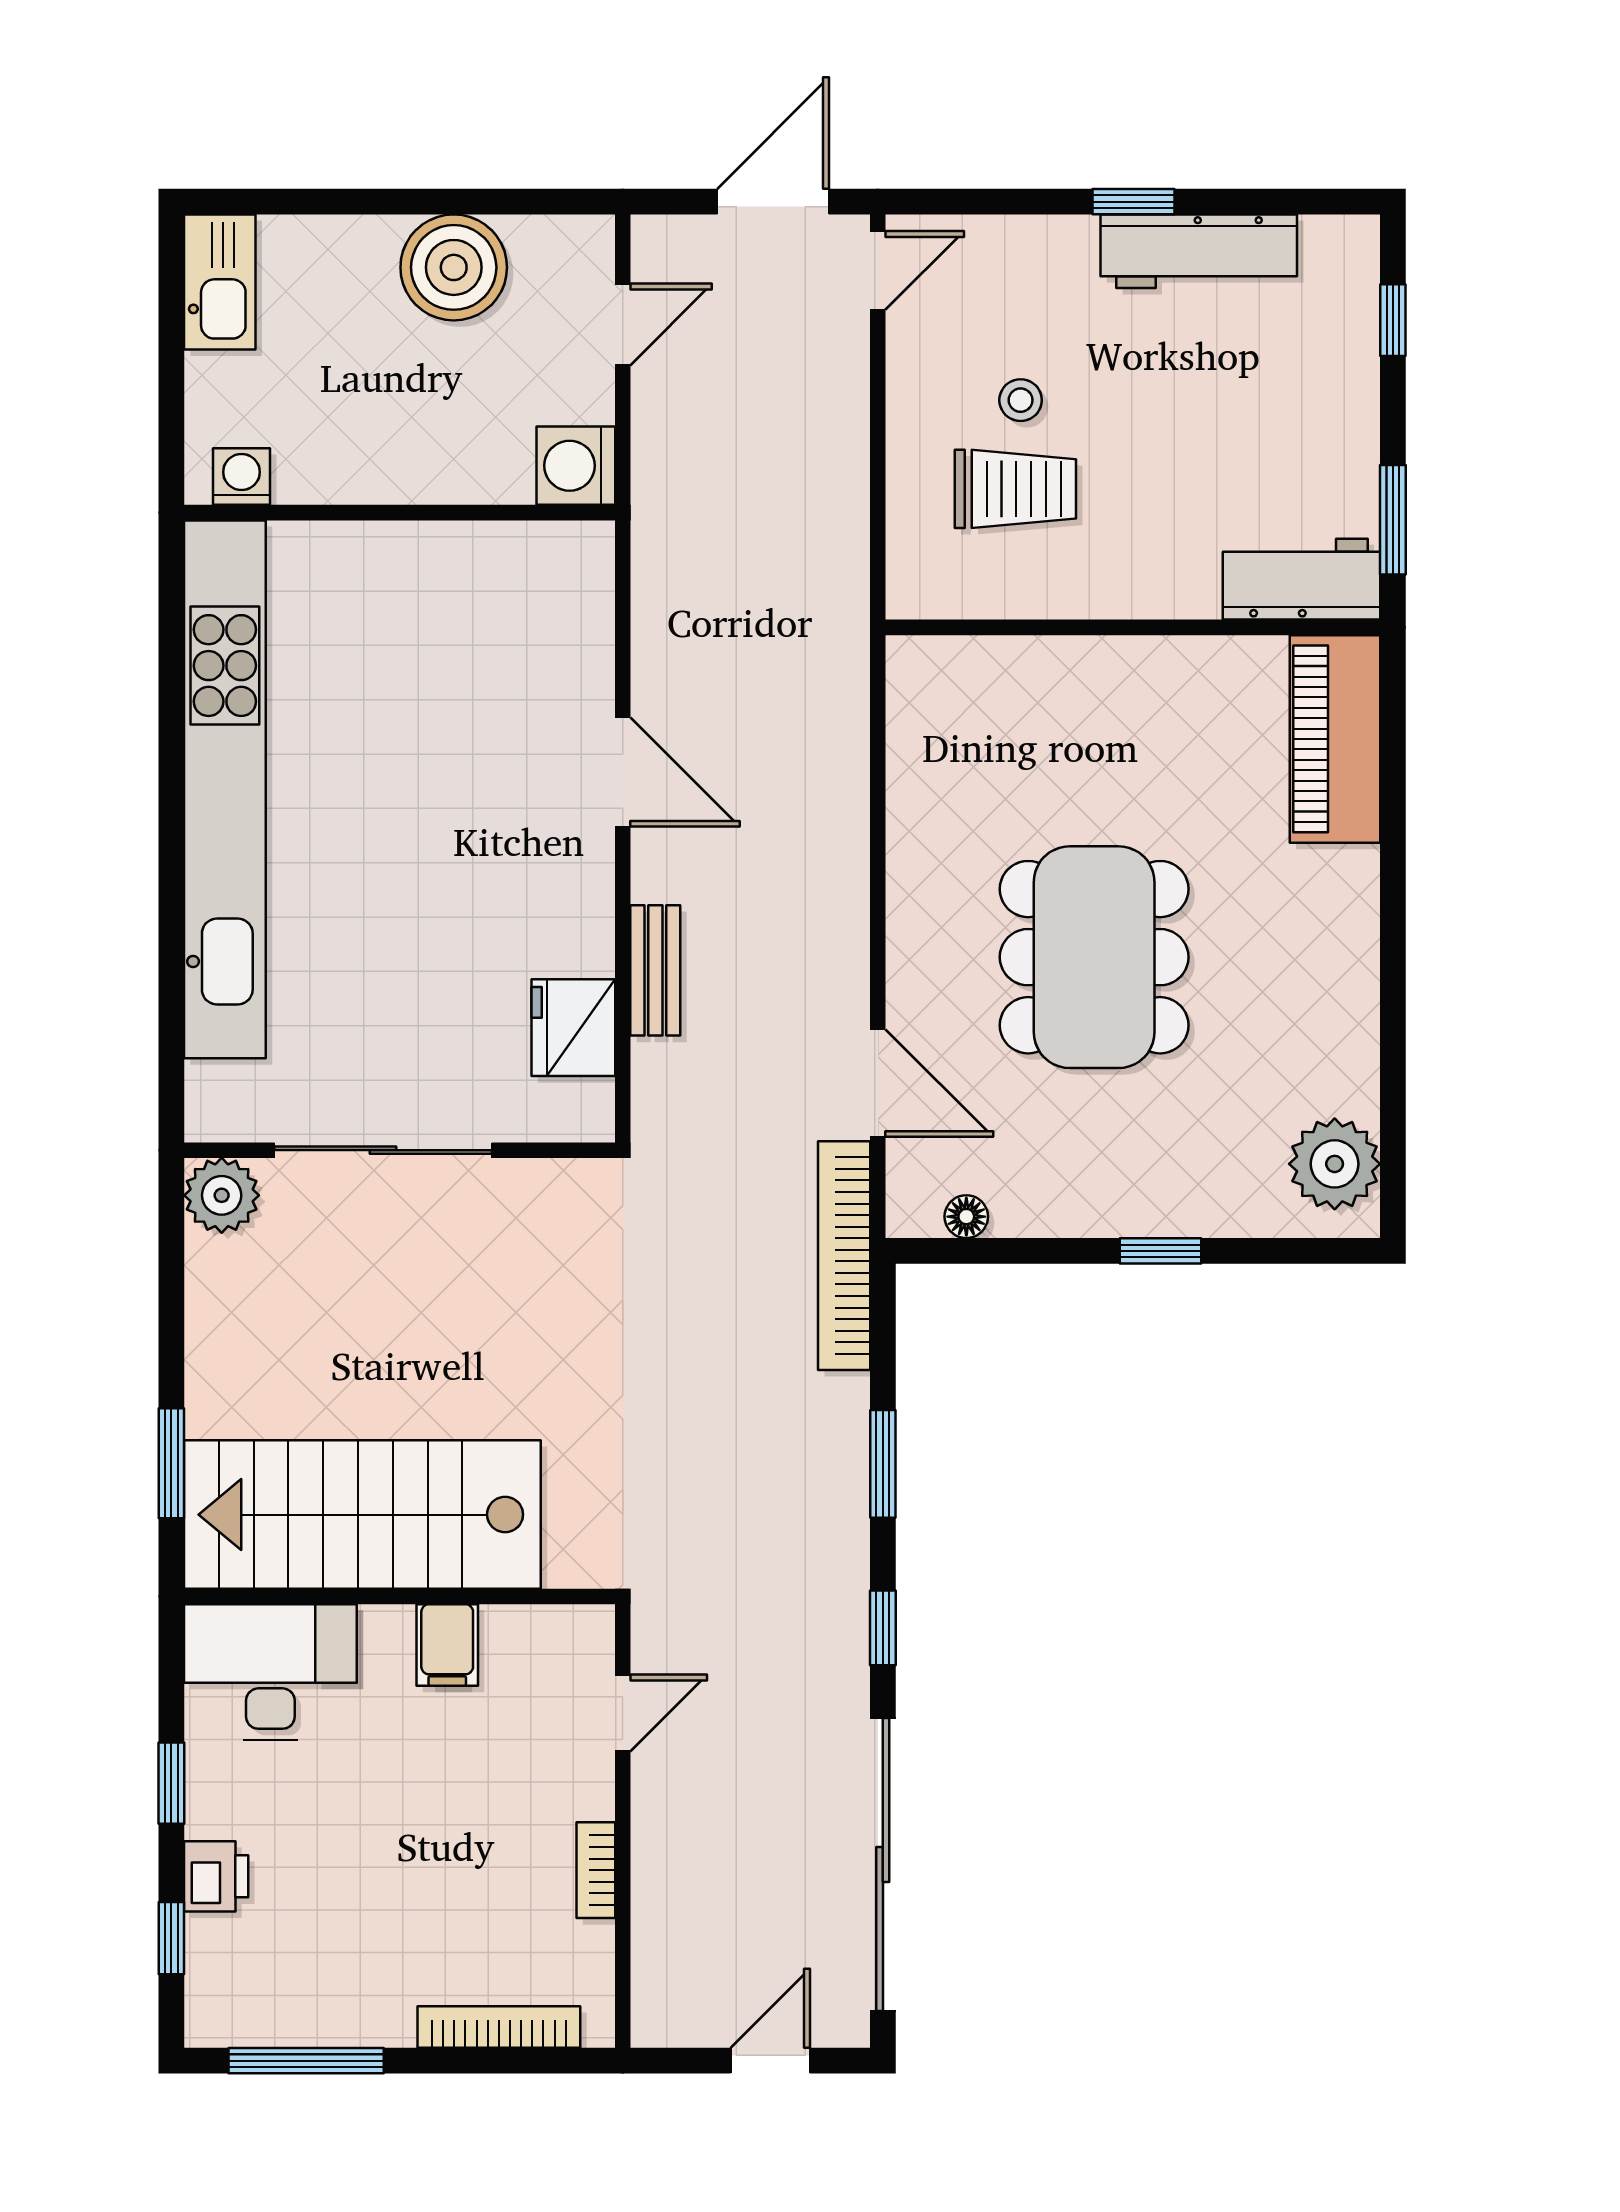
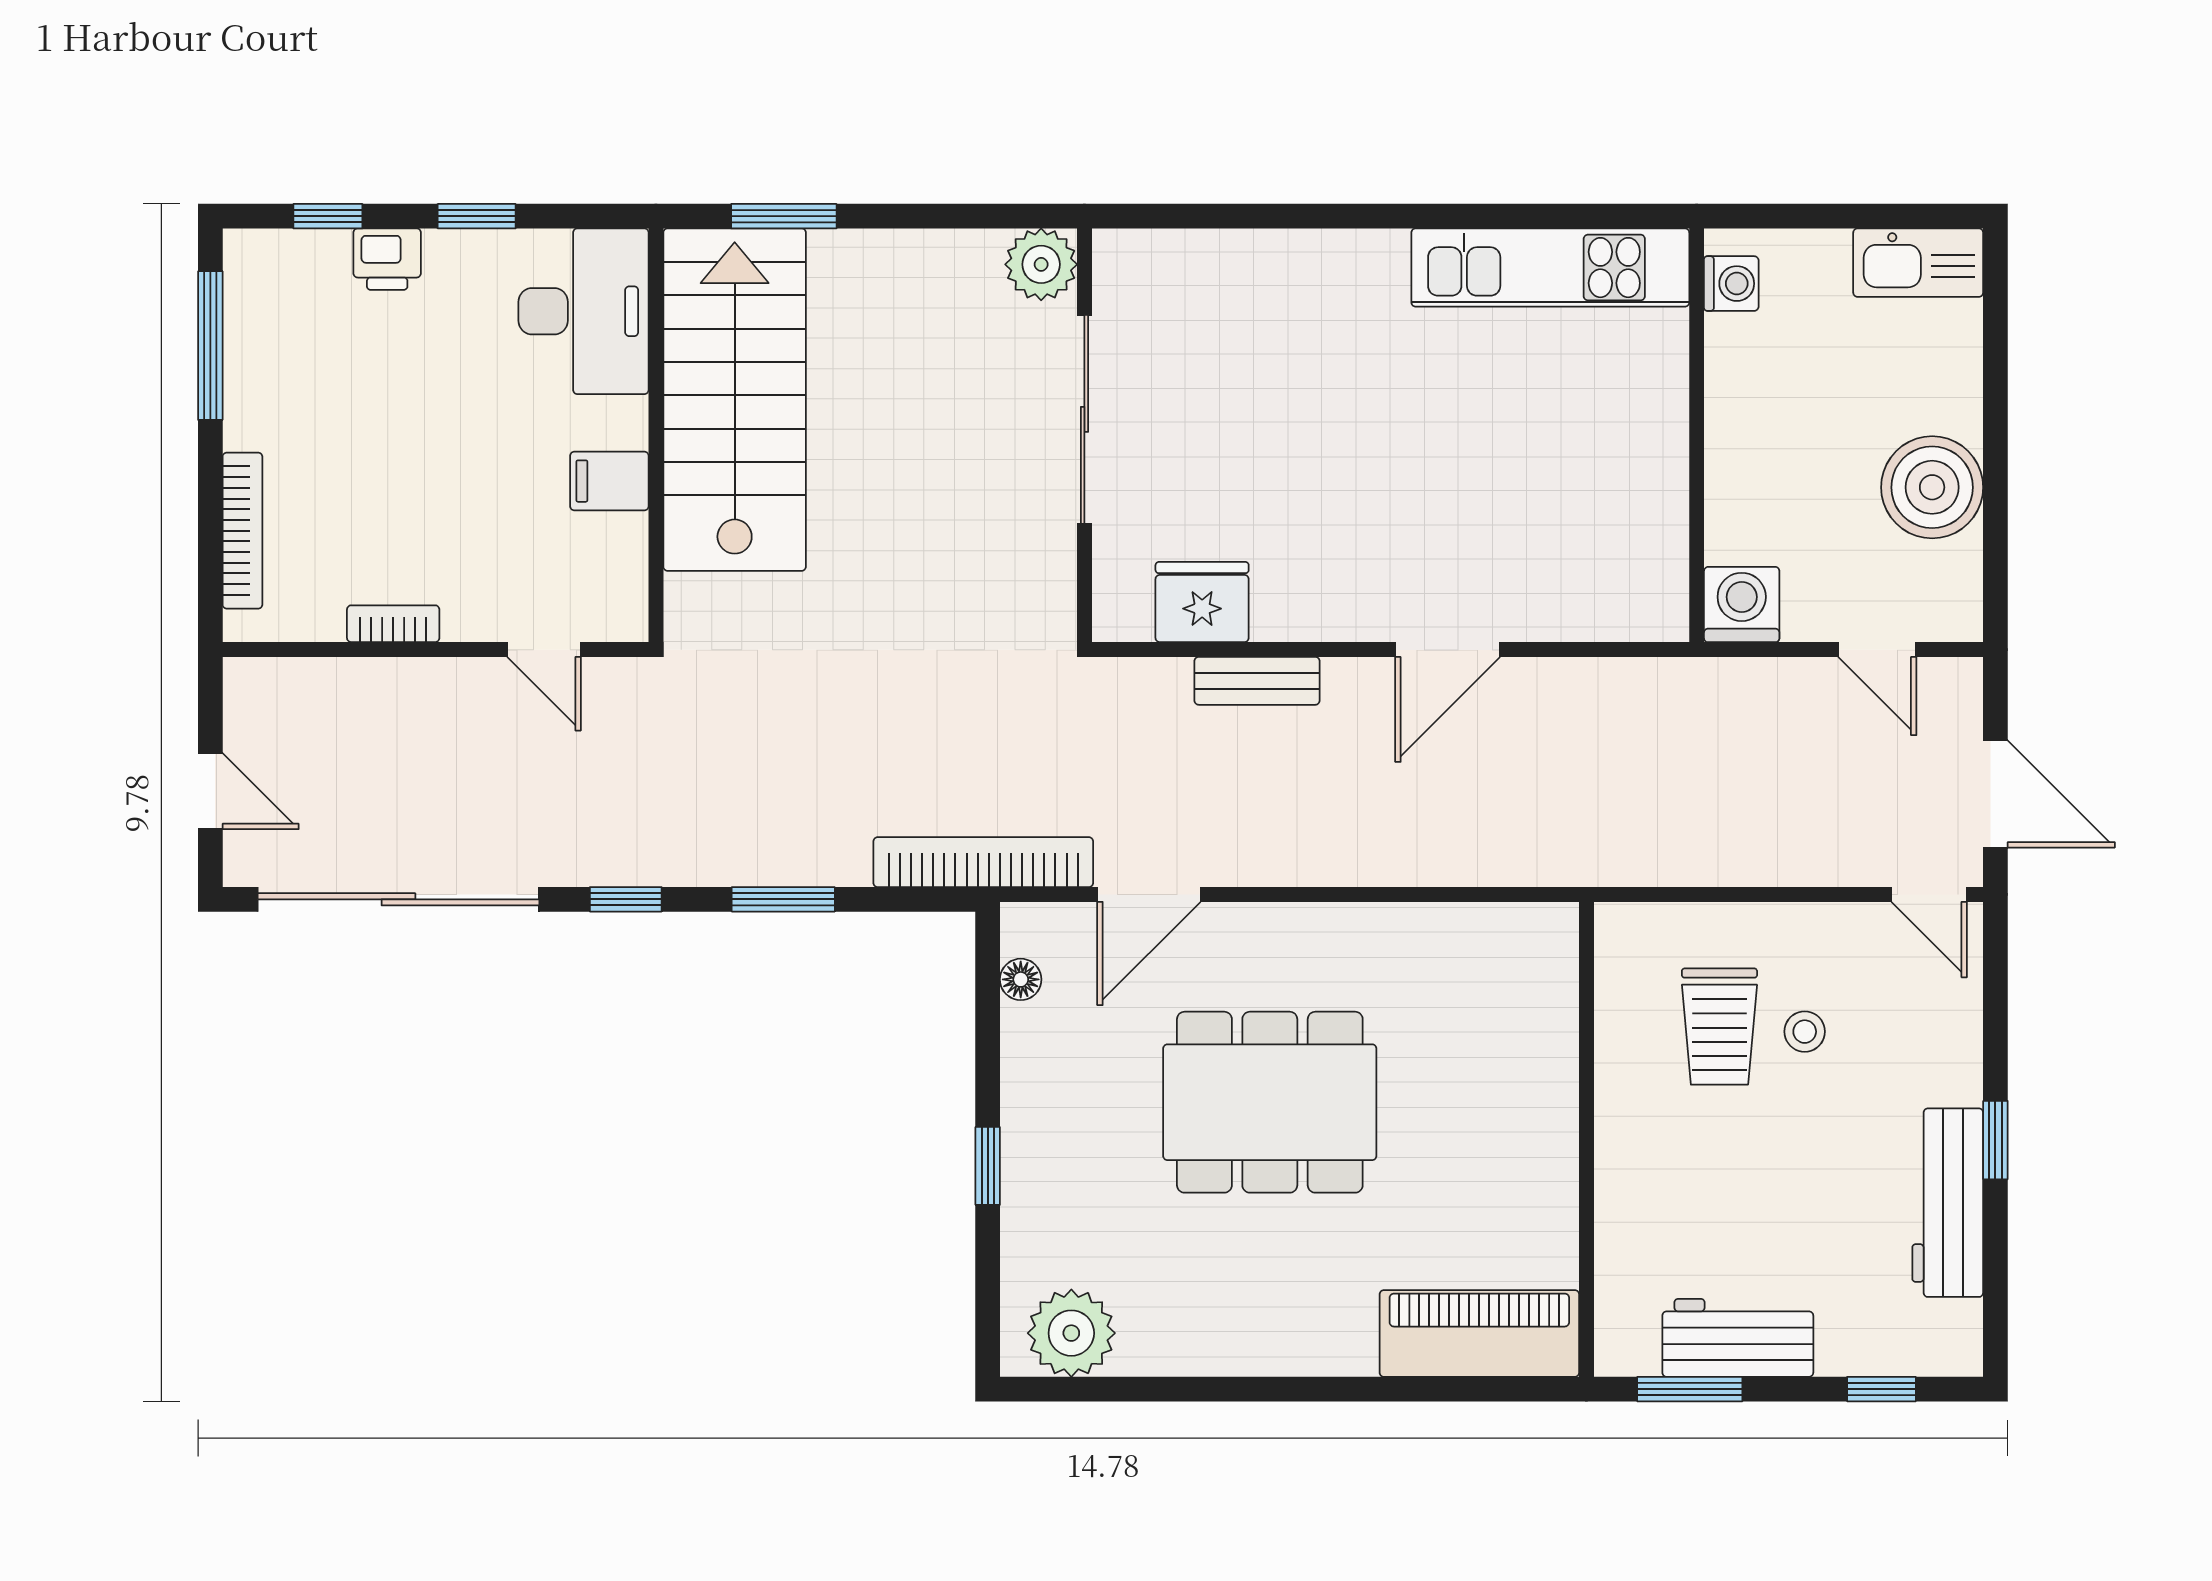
workbench: (1302, 579) -> (1738, 1338), moved, turned -90
kitchen unit: (225, 789) -> (1550, 268), width x0.54

